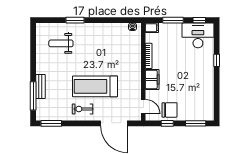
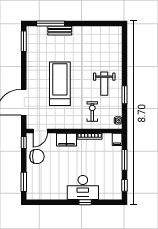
window: (75, 20) -> (124, 95), moved
desk: (198, 35) -> (83, 188), moved, turned 90
weight bench: (61, 43) -> (104, 84), moved, turned 180
exercise bike: (83, 109) -> (92, 112), moved
chair: (170, 110) -> (37, 156), turned -90
window: (167, 123) -> (24, 142), moved

